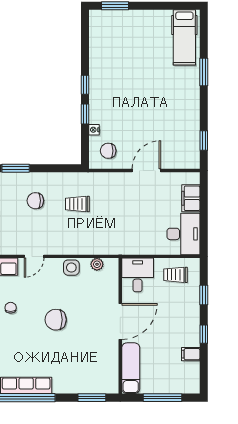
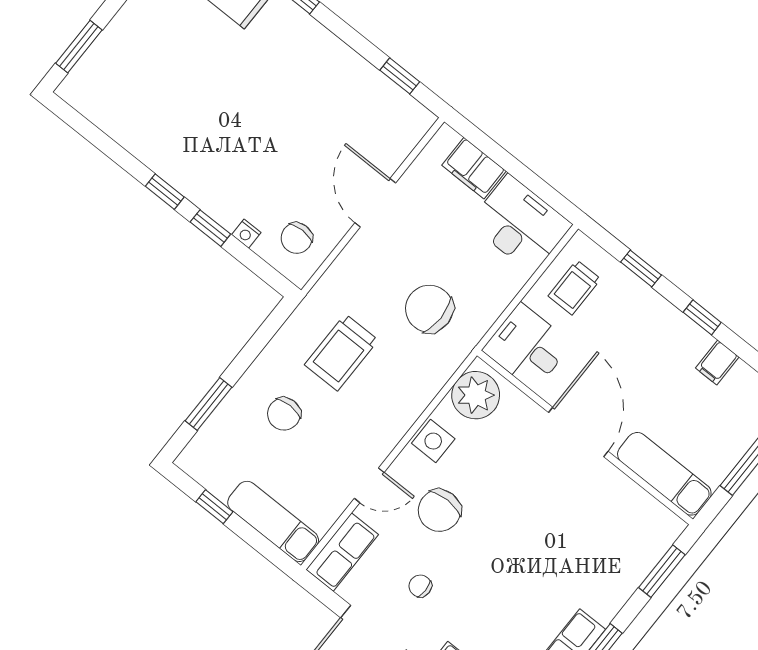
trolley: (77, 204) -> (341, 352), width x1.36, depth x1.39
chair: (122, 225) -> (429, 309), added
door: (34, 256) -> (369, 485), hinge flipped
plant: (97, 264) -> (476, 395), width x1.88, depth x1.88
chair: (56, 320) -> (439, 510), moved

